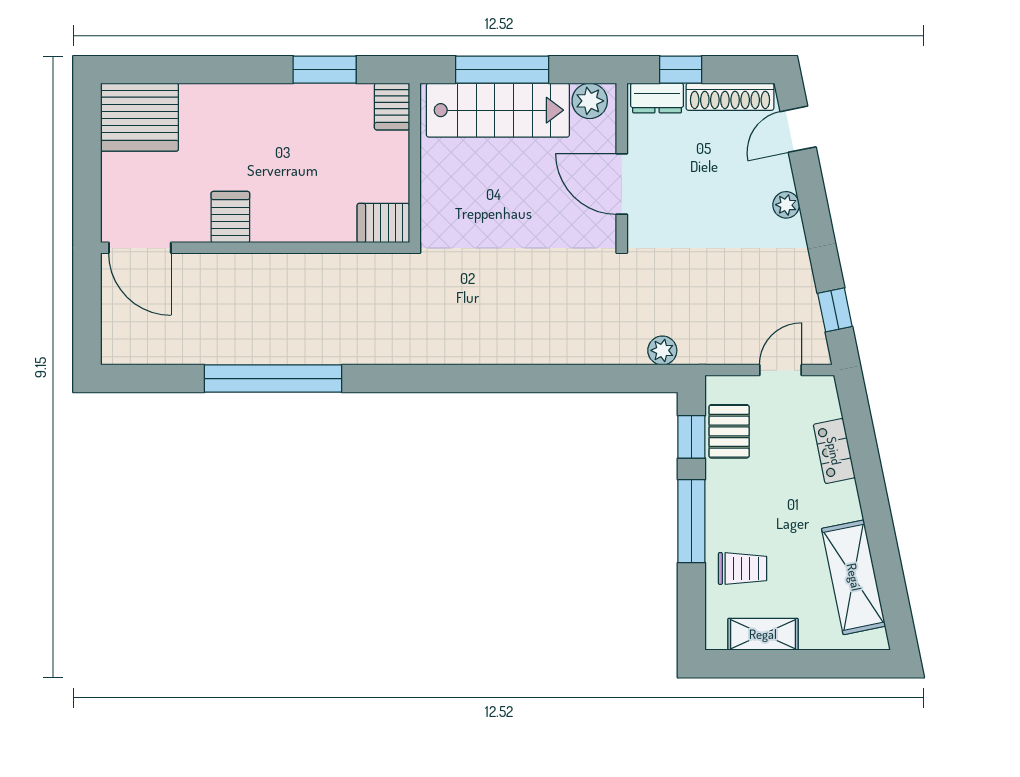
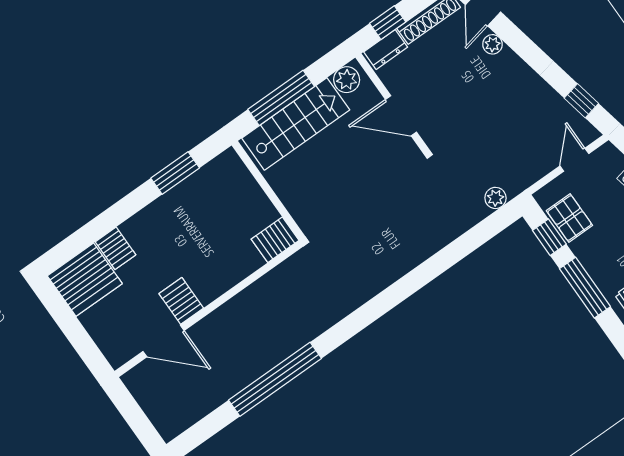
server rack: (392, 107) -> (116, 248), moved
plant: (786, 205) -> (493, 44), moved
door: (140, 248) -> (164, 341), moved

